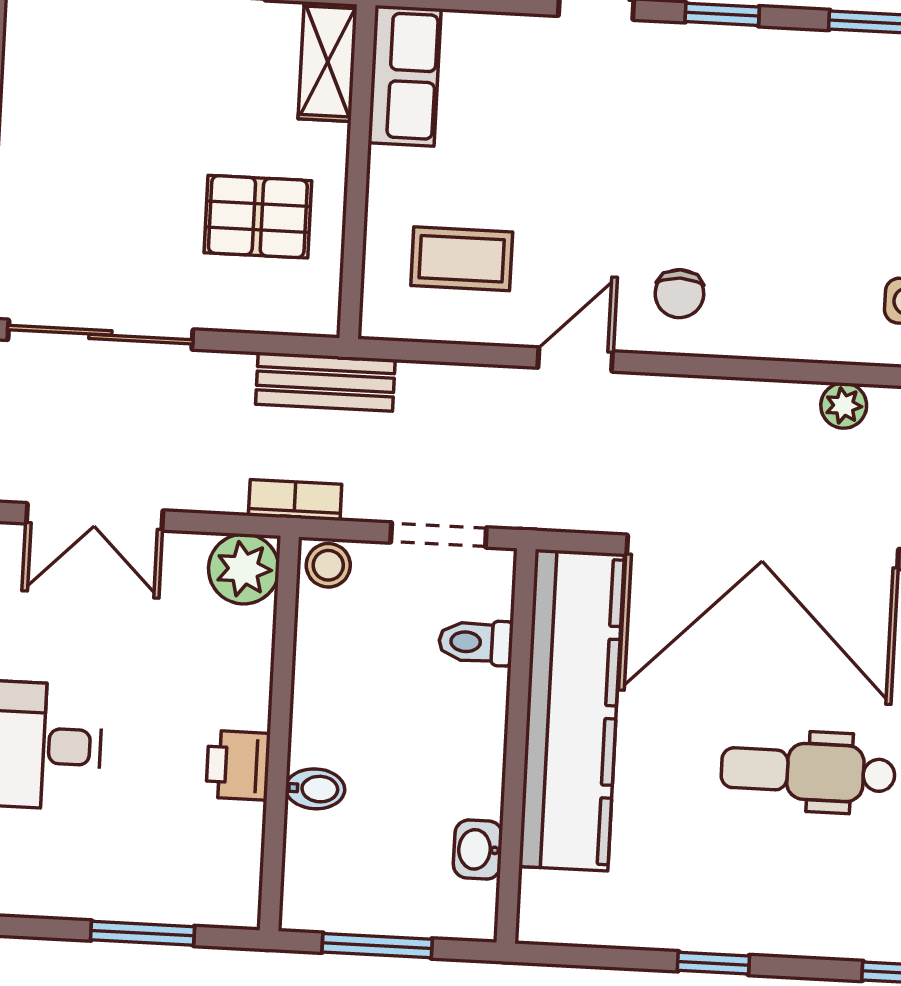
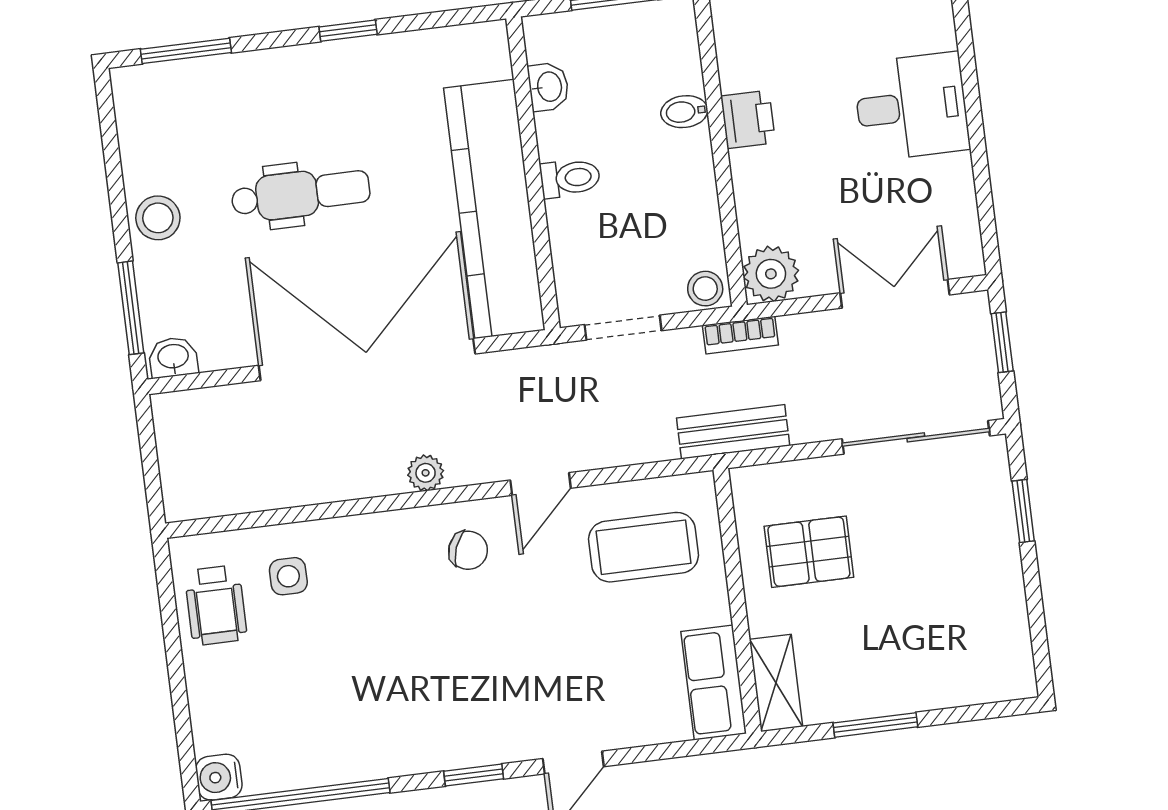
coffee table: (462, 259) -> (643, 547), width x1.36, depth x1.30
chair: (679, 294) -> (468, 550), turned 111
plant: (844, 406) -> (426, 473), moved
toilet: (476, 642) -> (570, 178), moved

